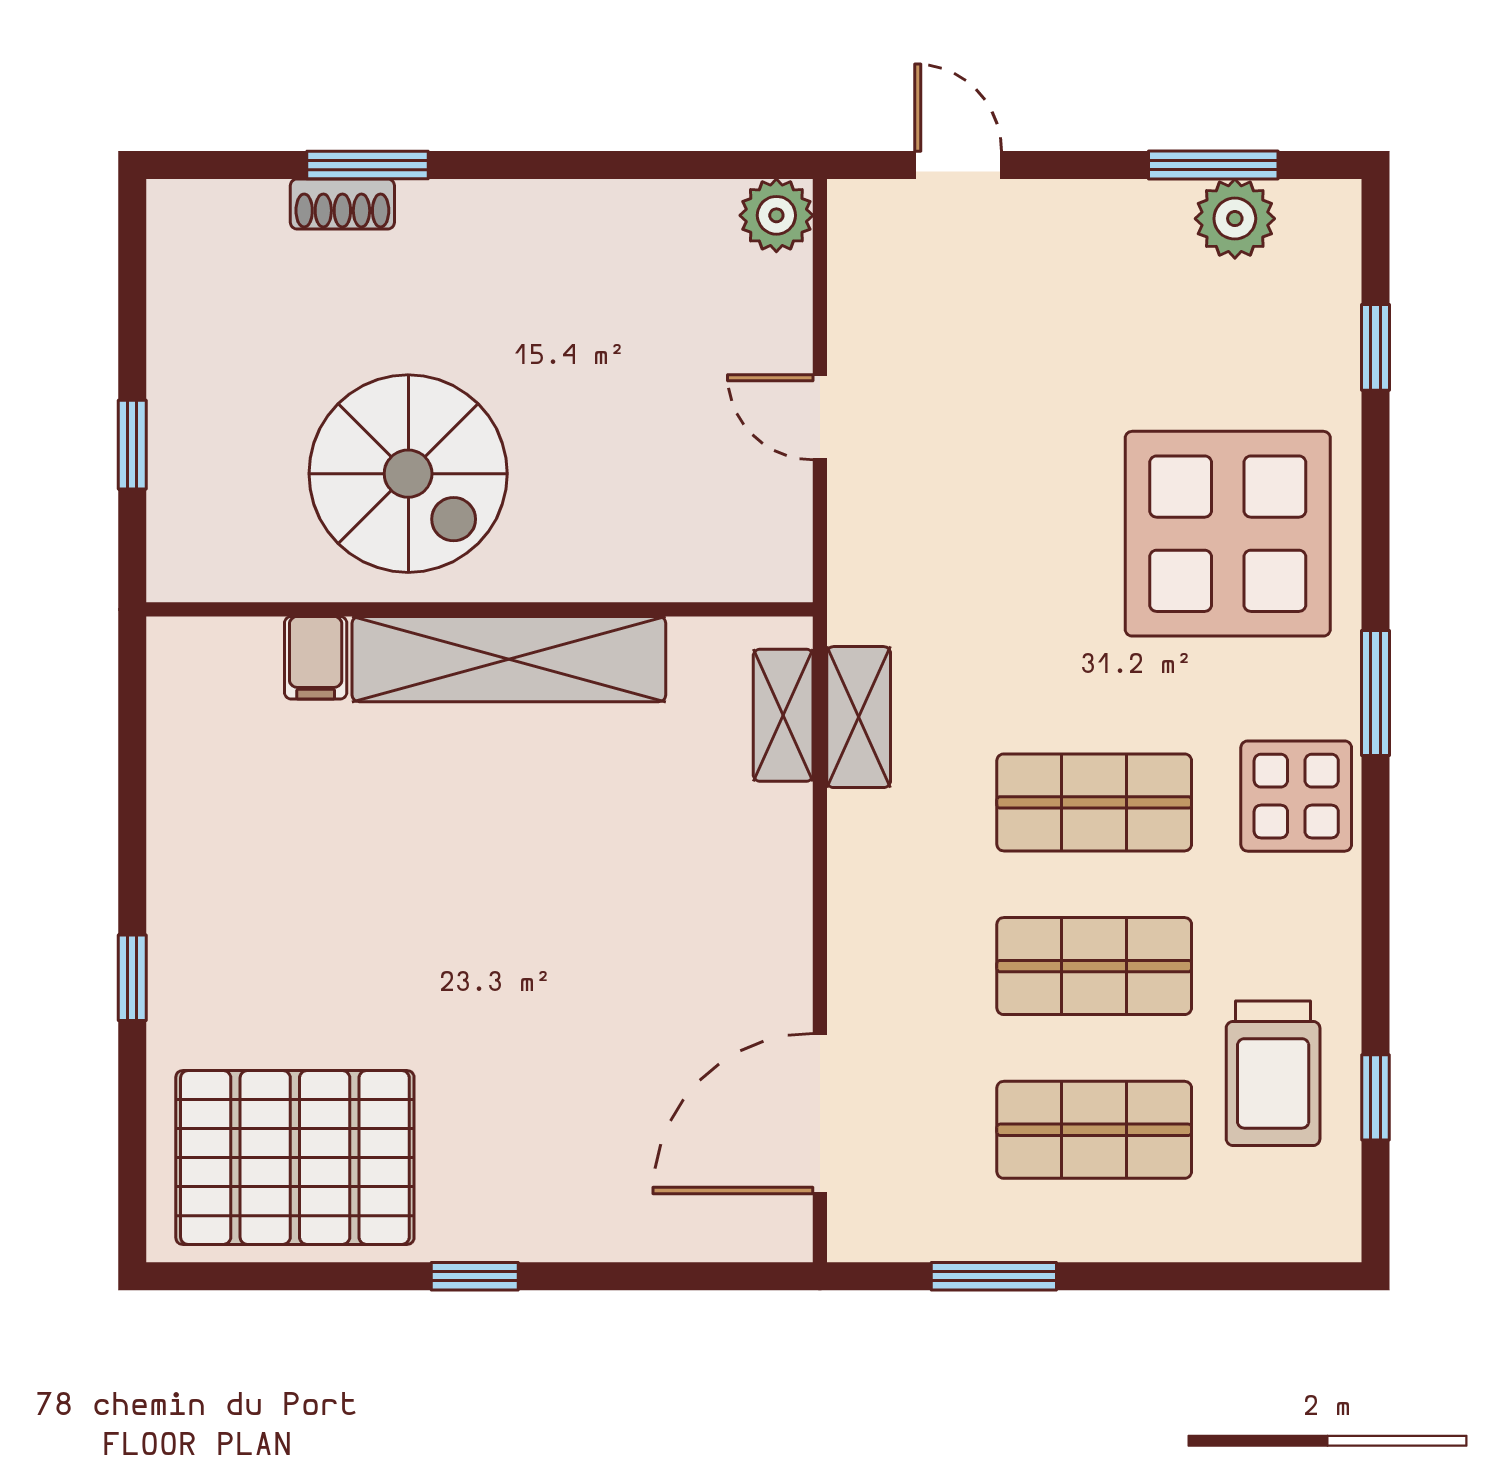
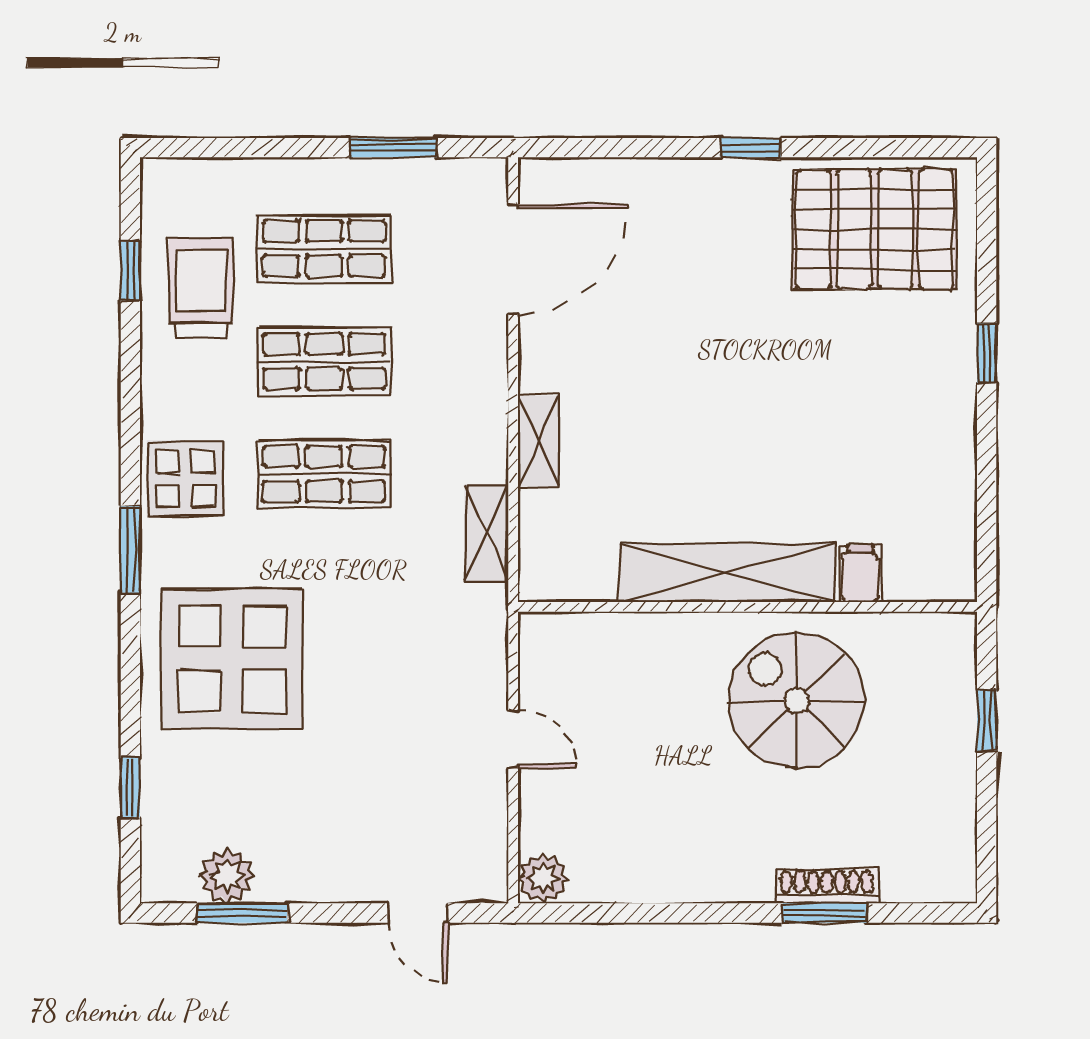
shoe rack: (342, 204) -> (827, 886), width x1.43
shelving: (783, 715) -> (538, 441), moved

